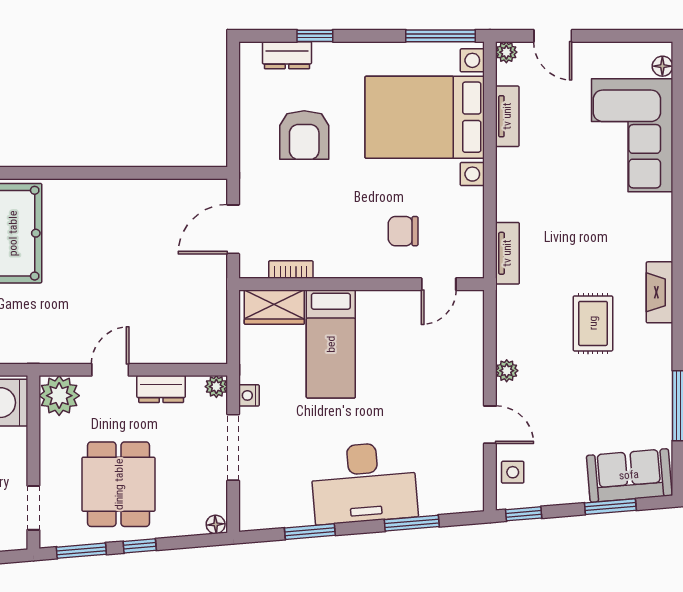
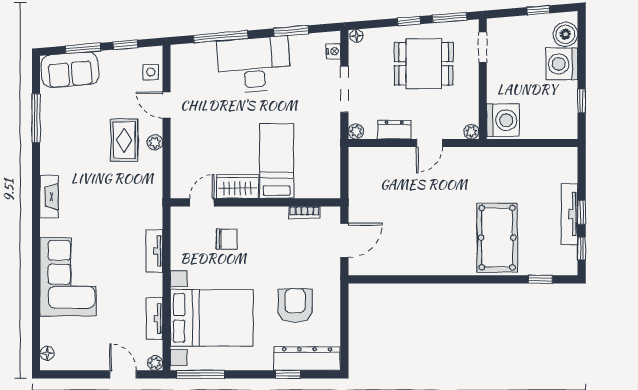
dresser: (287, 55) -> (307, 359), width x1.96, depth x1.24
corner sofa: (632, 135) -> (68, 277), moved
tv unit: (507, 253) -> (154, 251), moved
wardrobe: (274, 307) -> (238, 186), moved
rug: (593, 323) -> (124, 140), moved
nightstand: (249, 395) -> (333, 51), moved
plant: (59, 396) -> (471, 132), width x0.53, depth x0.53
dining table: (119, 484) -> (424, 64), turned 90
window: (524, 514) -> (125, 45), moved
window: (412, 523) -> (221, 37), width x1.44

